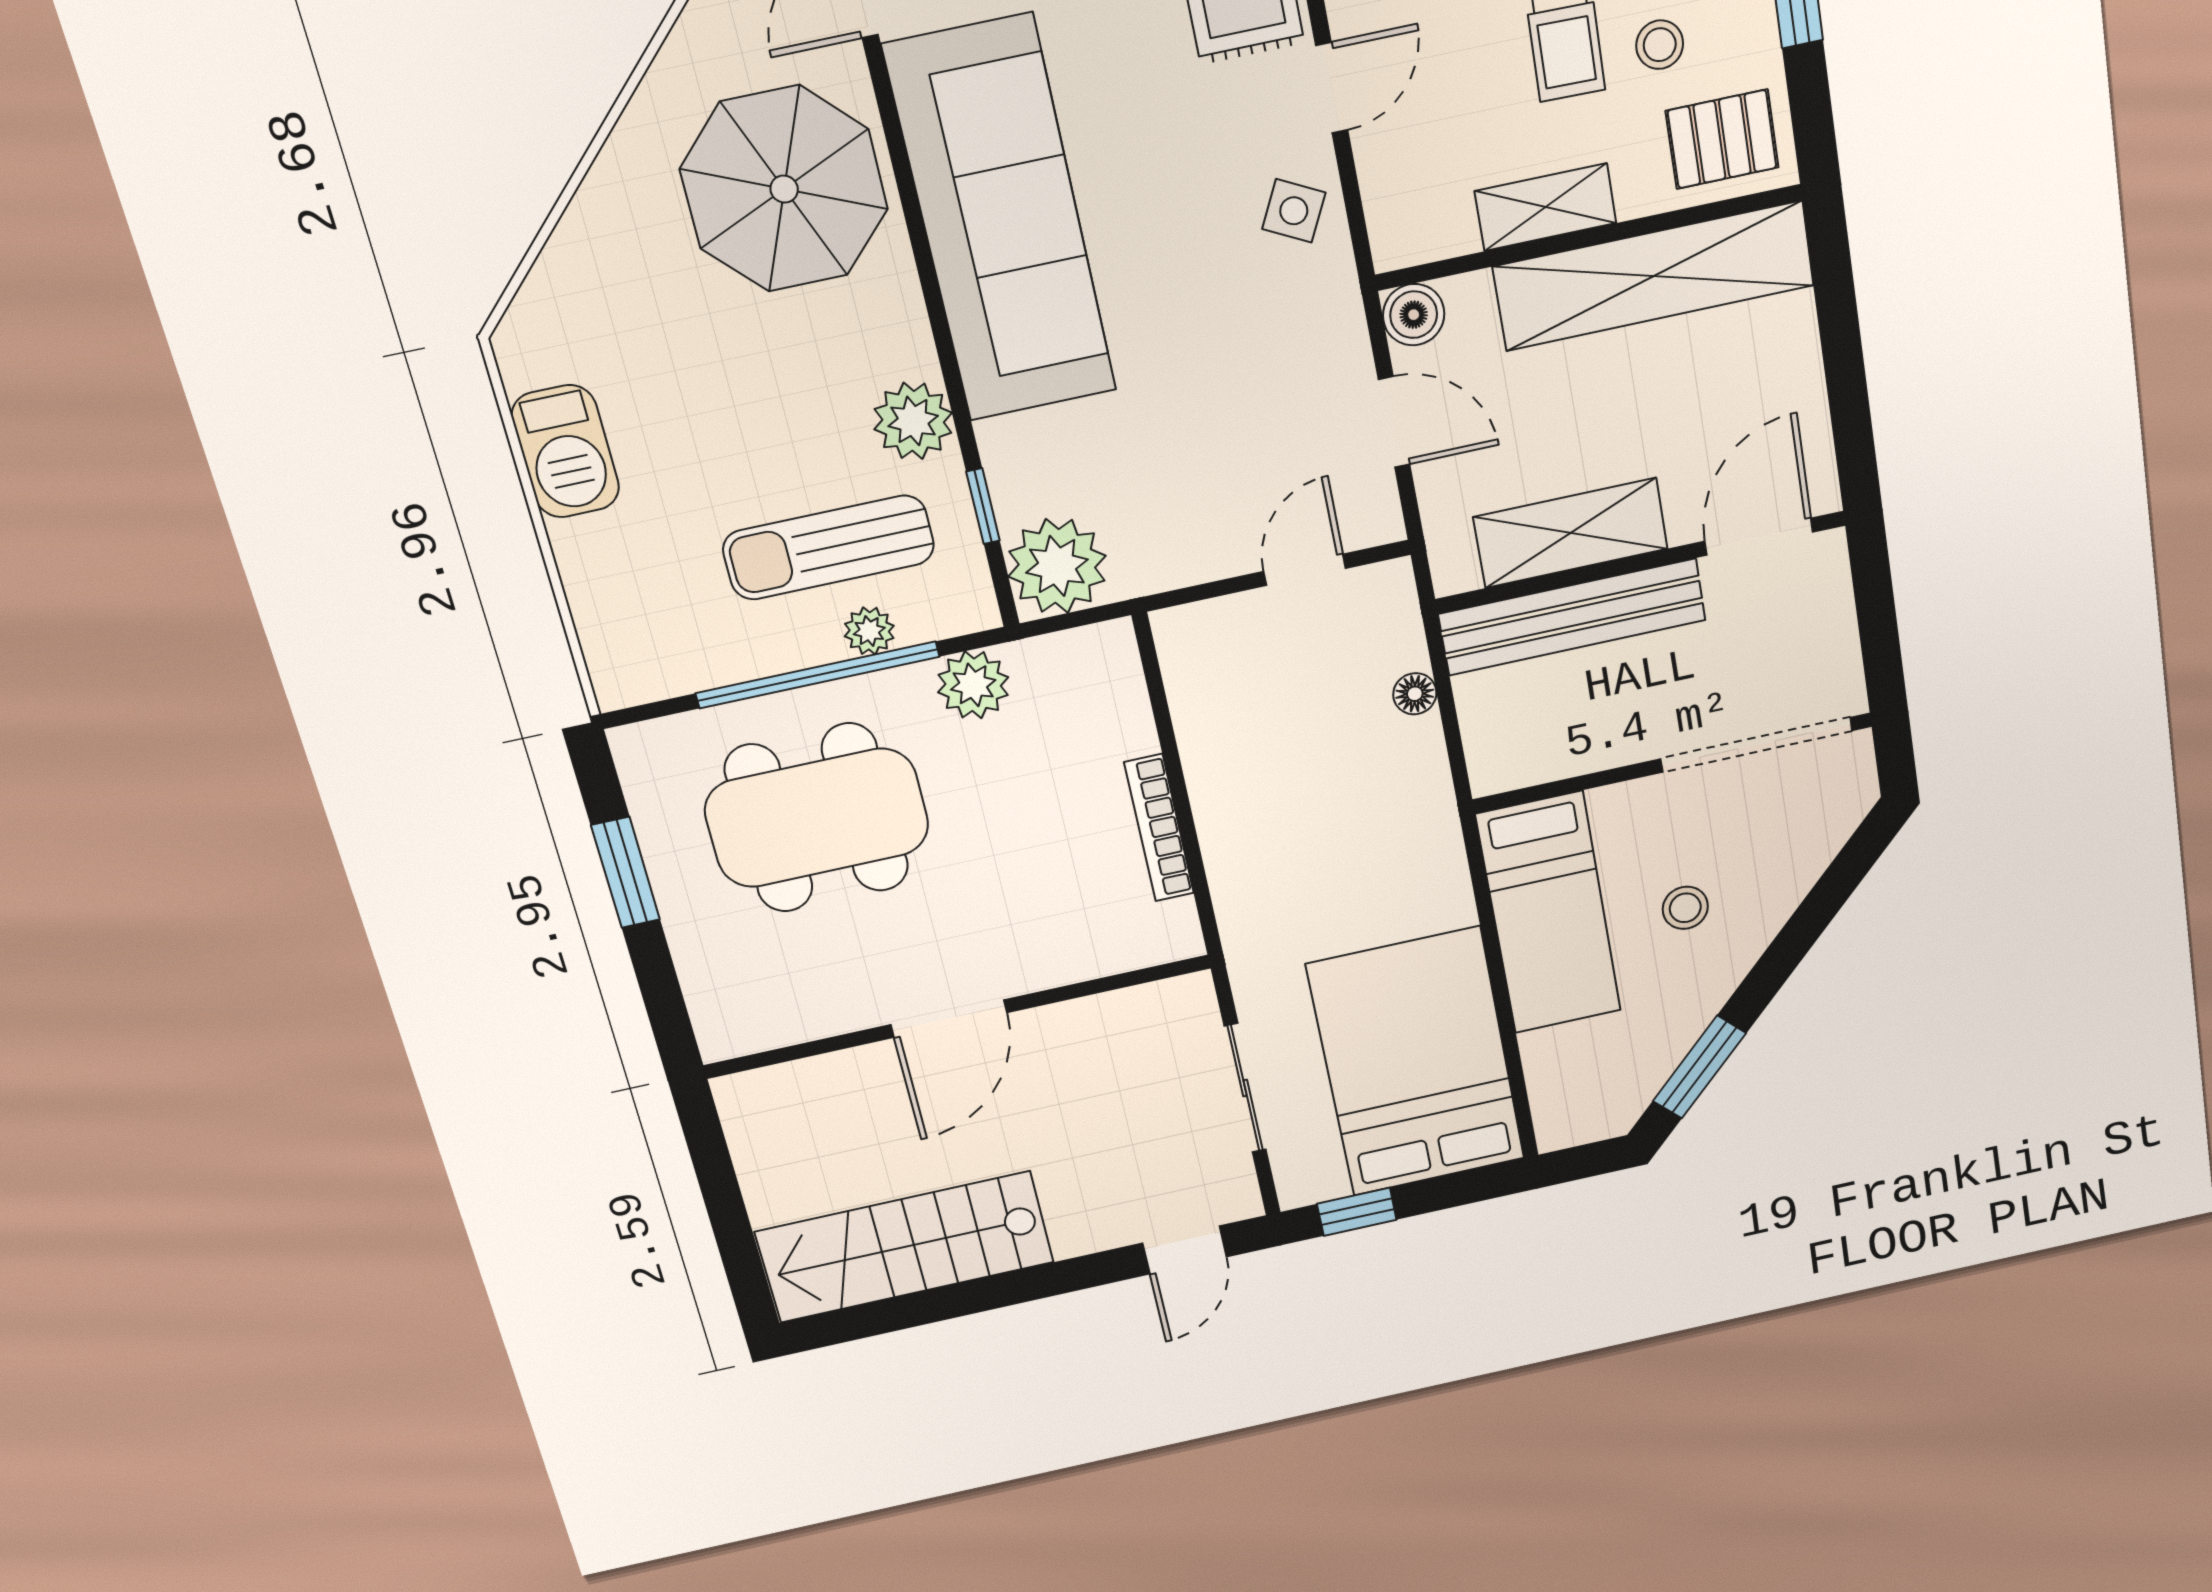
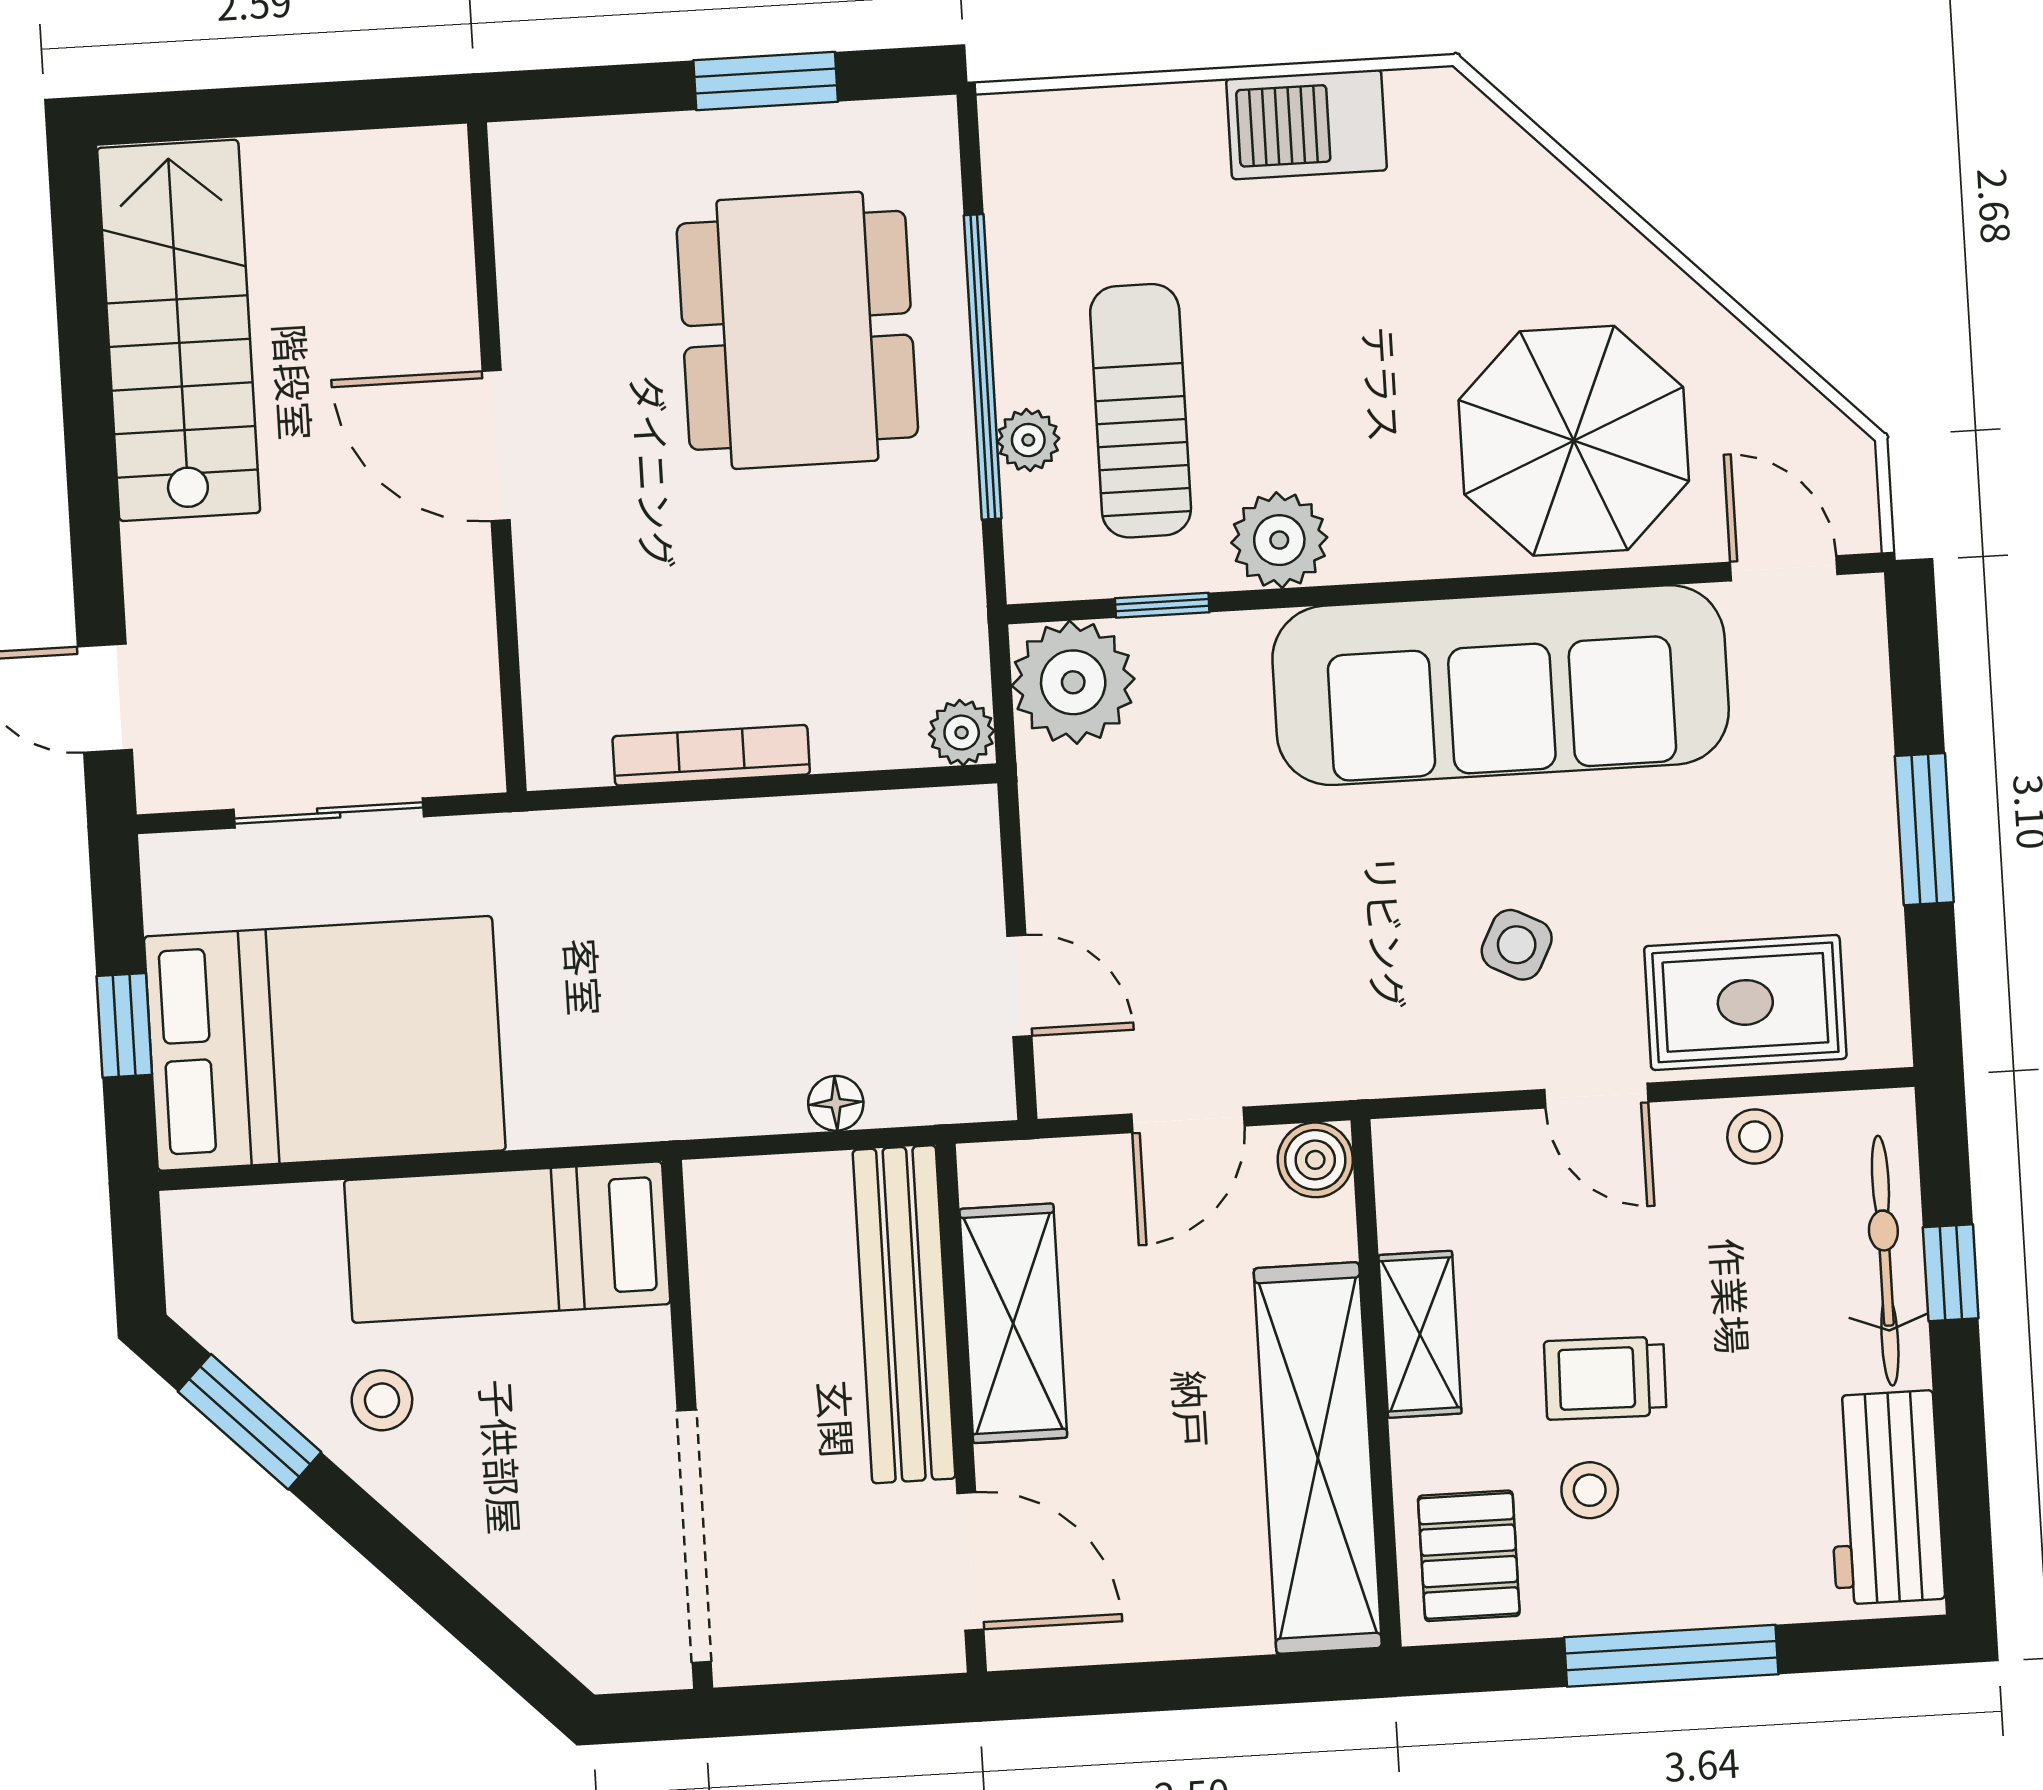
side table: (1294, 211) -> (1517, 945), moved
plant: (973, 685) -> (962, 733), moved, width x0.73, depth x0.73
stool: (1685, 908) -> (382, 1400), moved
window: (1357, 1212) -> (124, 1025), moved

